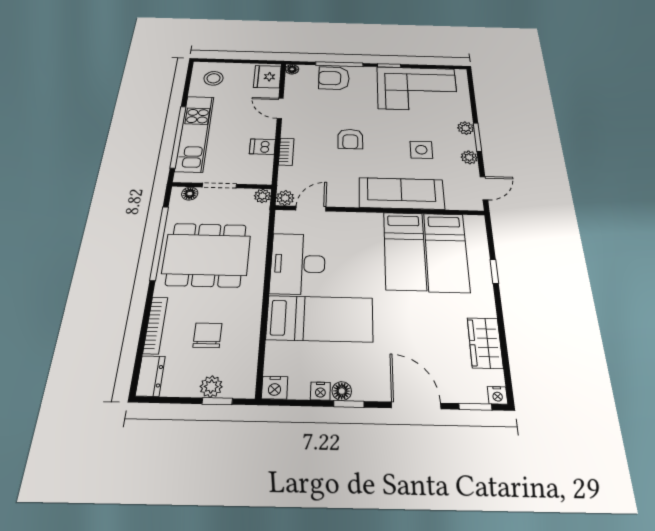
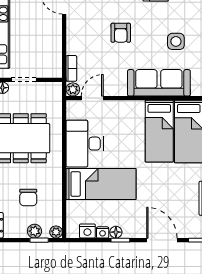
dishwasher: (262, 147) -> (53, 42), removed
bookcase: (286, 152) -> (71, 68), moved
plant: (262, 196) -> (56, 232), moved
chair: (207, 335) -> (28, 197), turned 180
nightstand: (275, 388) -> (87, 231), moved

